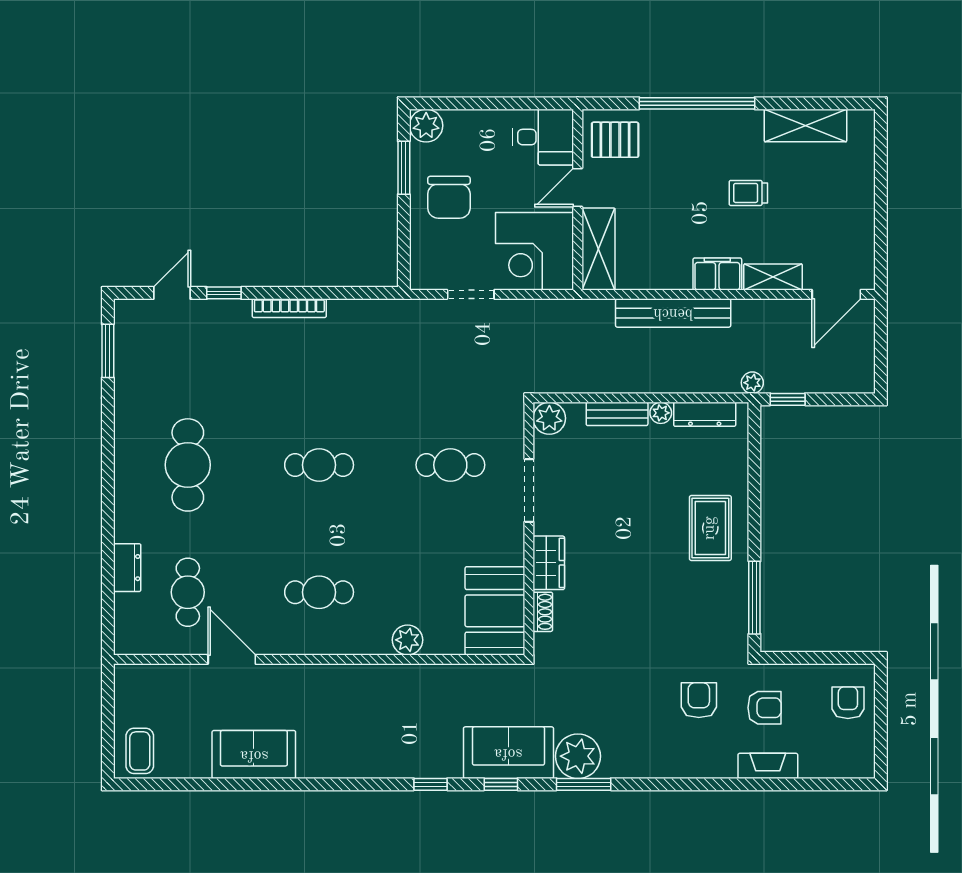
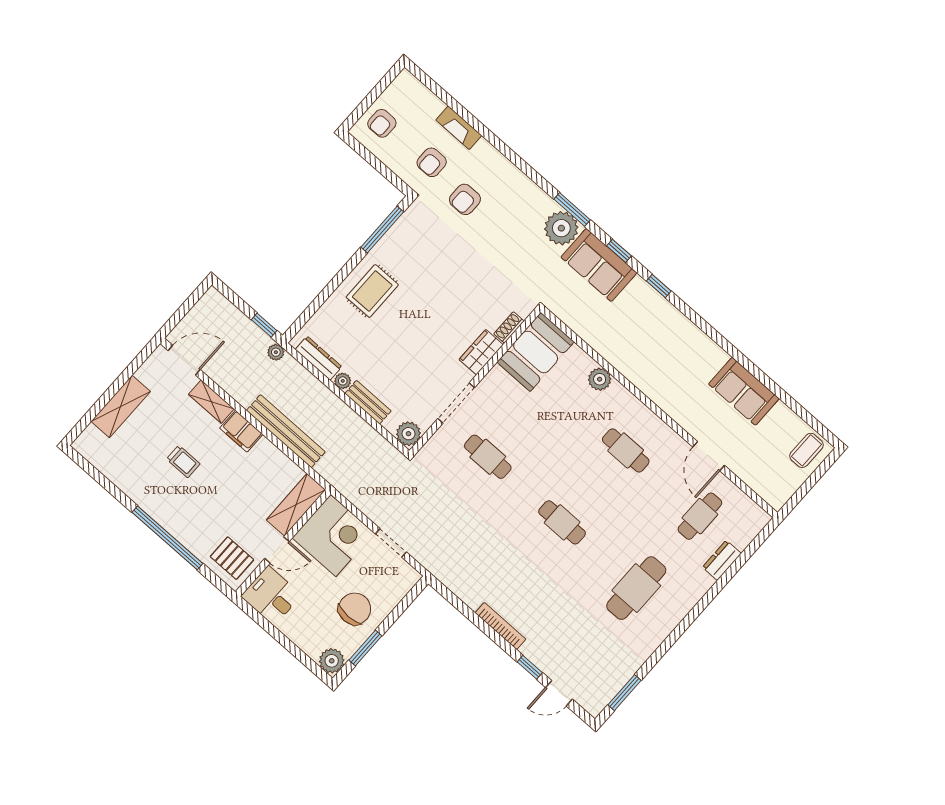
shelving: (806, 126) -> (121, 406), moved, turned 90
armchair: (764, 708) -> (432, 162), turned -90

